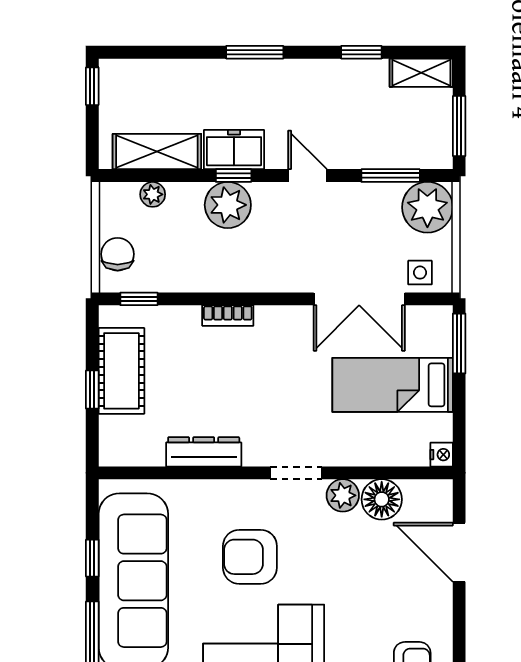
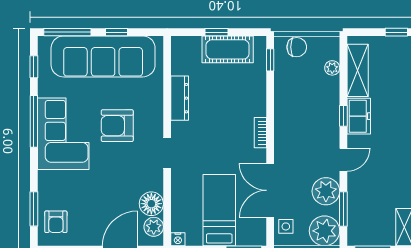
plant: (228, 205) -> (326, 191), moved
bookcase: (228, 315) -> (260, 133), moved
plant: (343, 495) -> (154, 227), moved
armchair: (250, 557) -> (117, 126), turned -90

